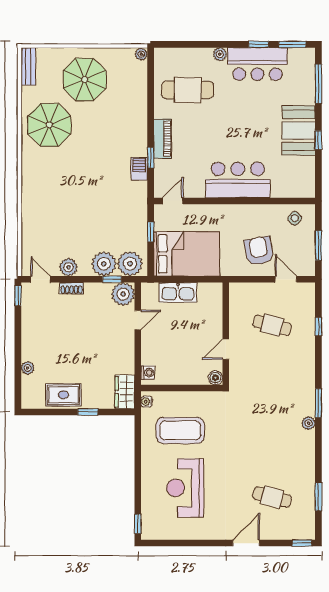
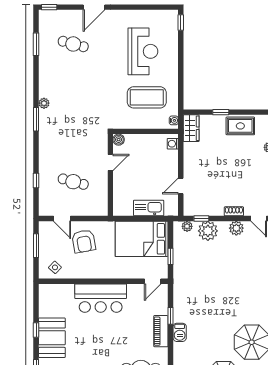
barbecue: (139, 169) -> (180, 332), moved
plant: (130, 264) -> (187, 226), width x0.53, depth x0.53
plant: (123, 294) -> (193, 207), removed

